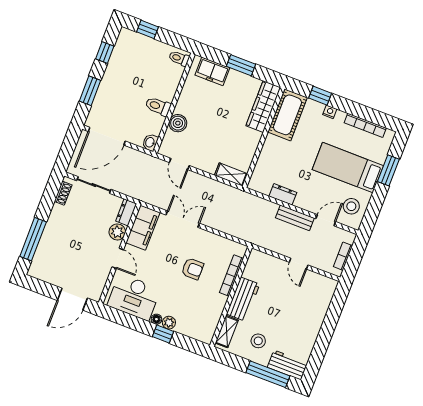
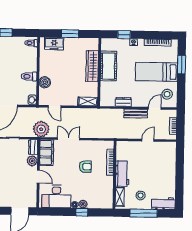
wardrobe: (263, 107) -> (92, 66), moved
cot: (287, 115) -> (109, 66), moved
plant: (148, 190) -> (41, 129), added
door: (299, 264) -> (148, 140), swing flipped
window: (268, 374) -> (144, 213), moved

